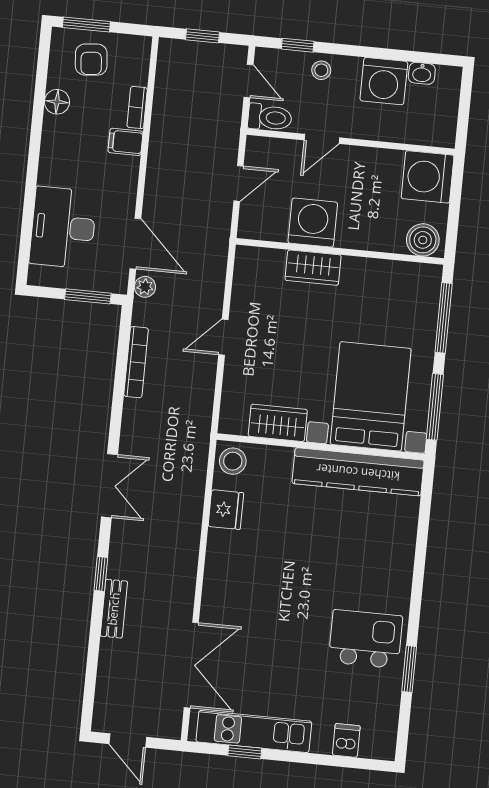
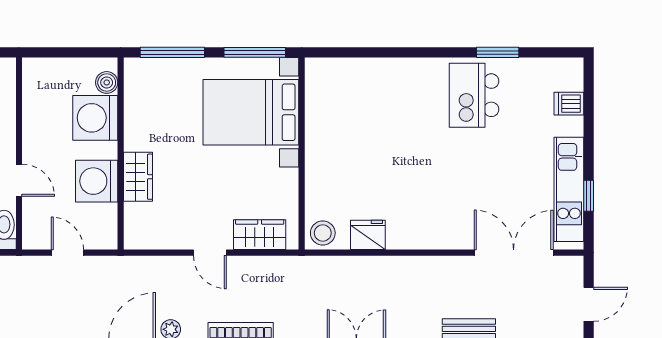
washing machine: (428, 177) -> (95, 118), moved, turned 90
boiler: (423, 240) -> (107, 82), width x0.73, depth x0.73
wardrobe: (278, 423) -> (260, 235), moved, turned 90
kitchen counter: (358, 472) -> (321, 117), removed

